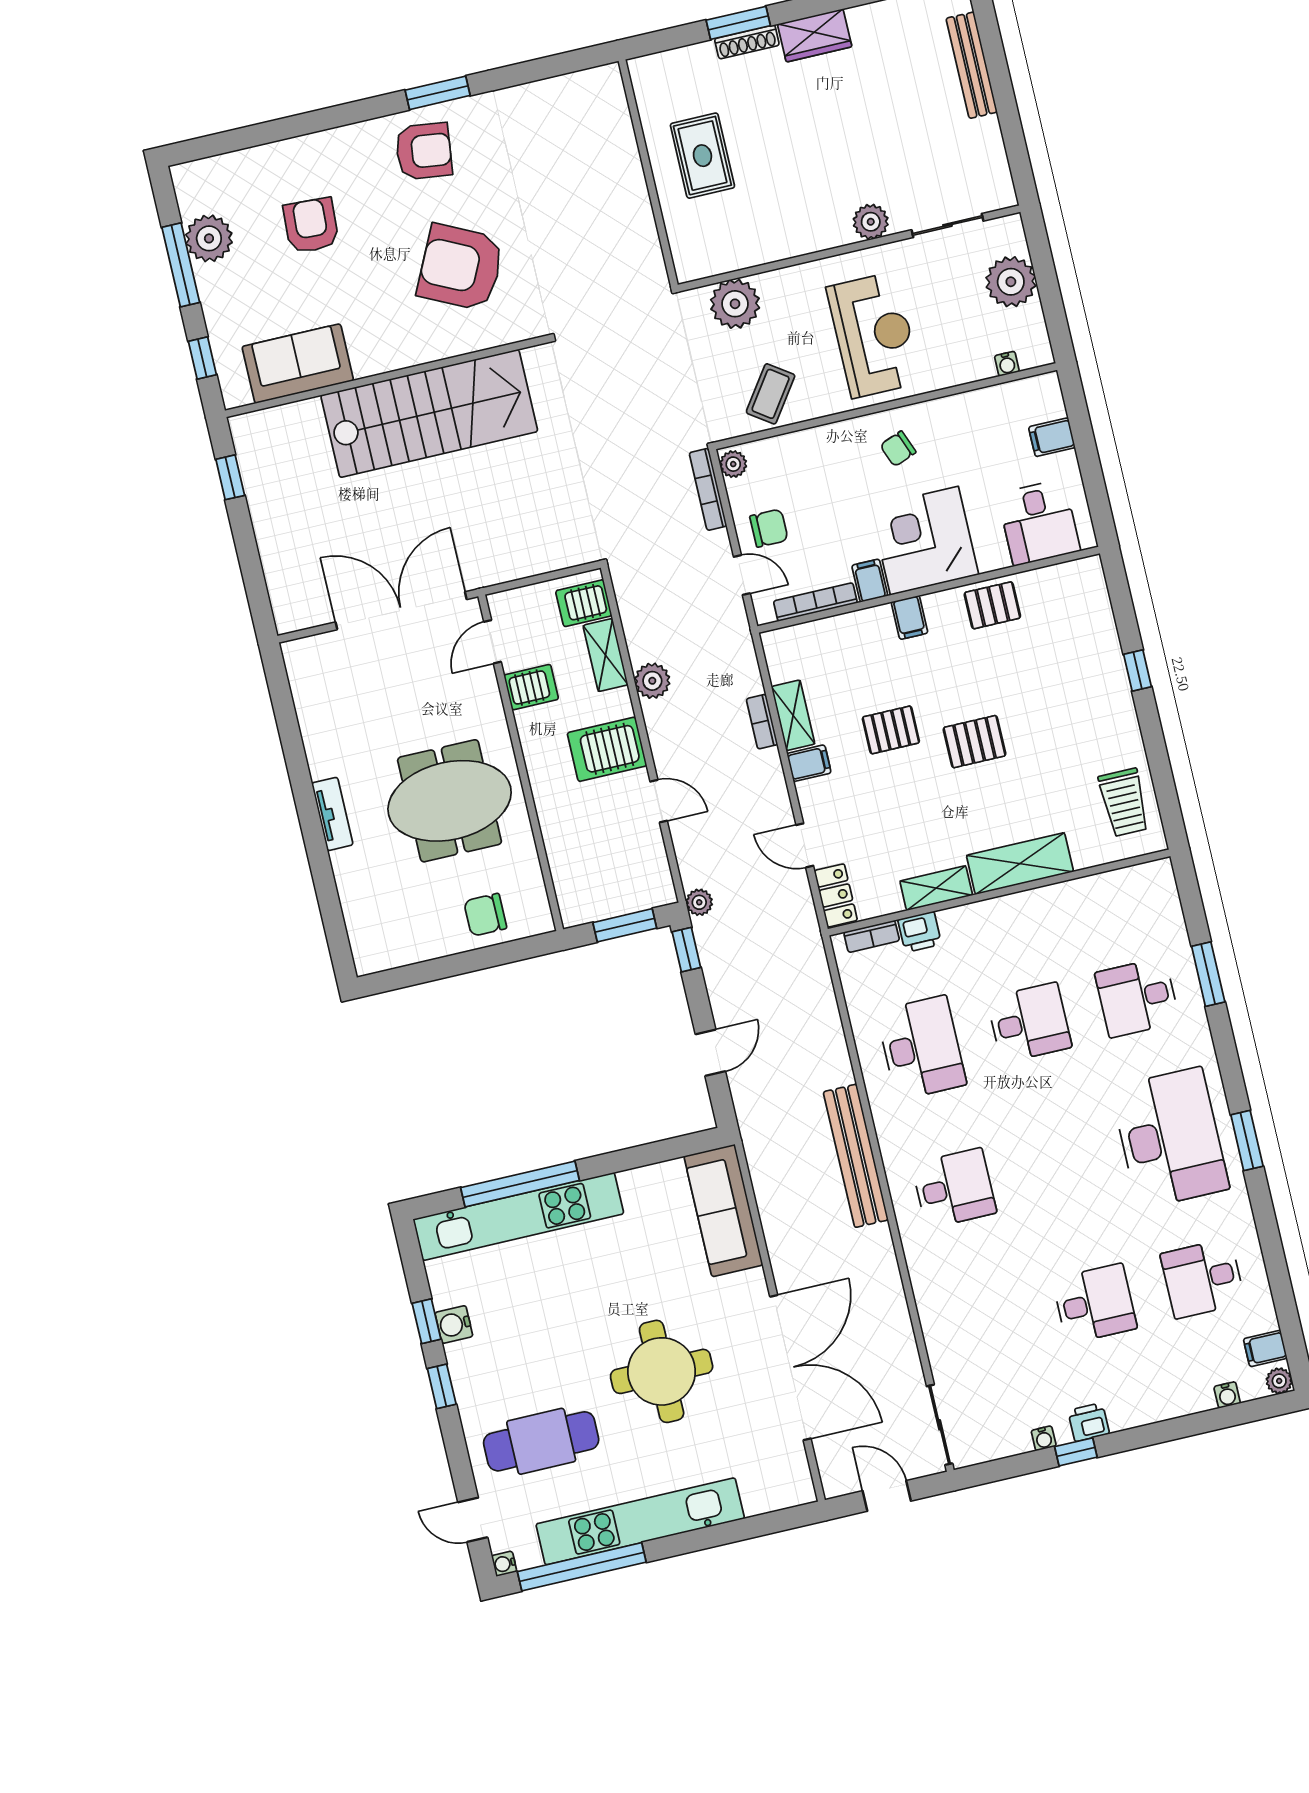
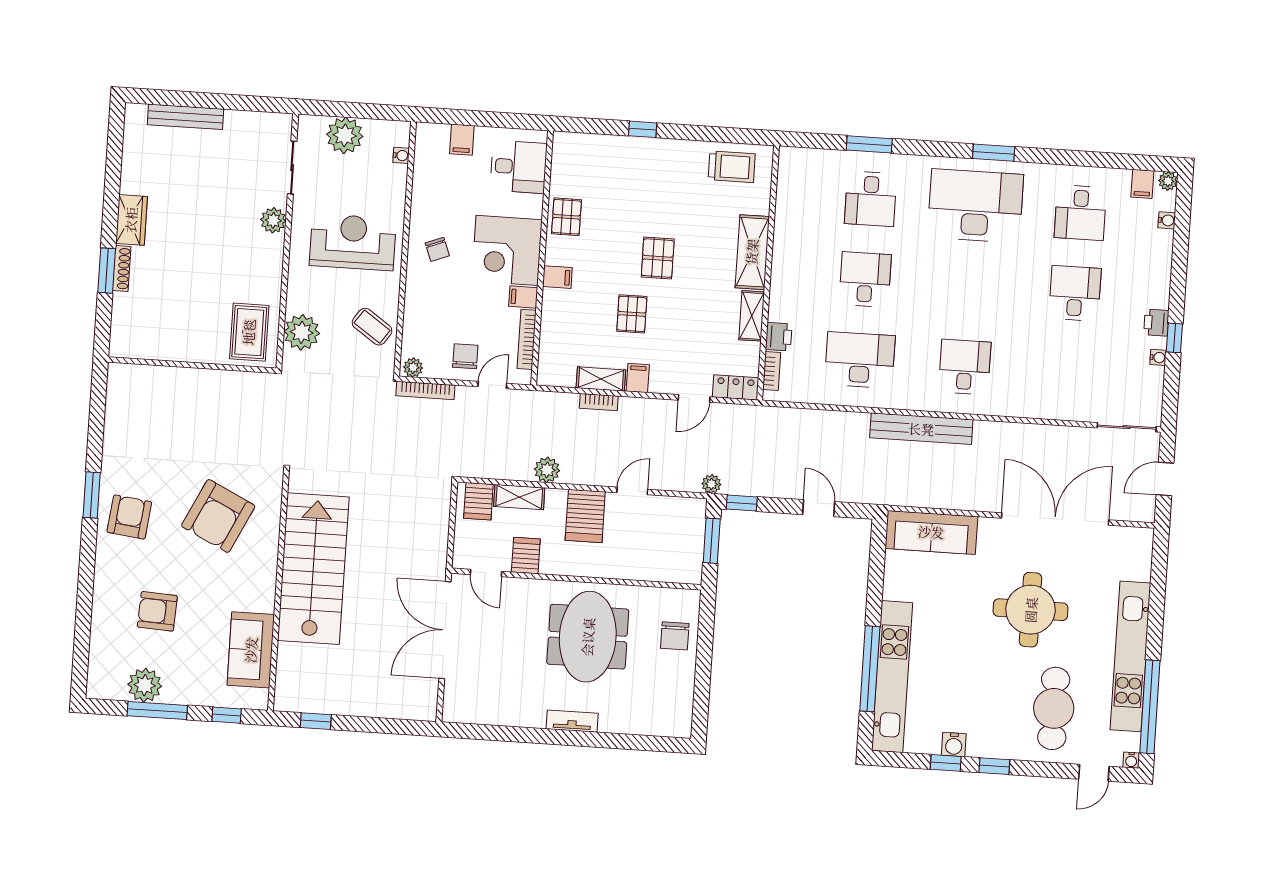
rug: (702, 156) -> (249, 332), moved, turned 90

